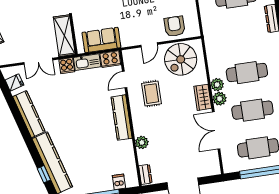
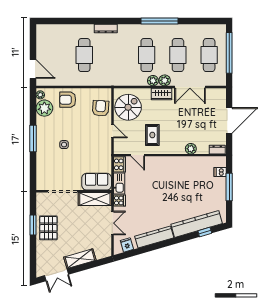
armchair: (175, 26) -> (101, 108), turned 94
sofa: (101, 40) -> (97, 182), moved, turned 90
spiral stairs: (181, 59) -> (128, 107), turned -90
rug: (152, 94) -> (152, 135), turned 90
kitchen counter: (122, 118) -> (168, 162), removed

